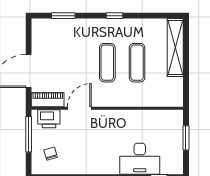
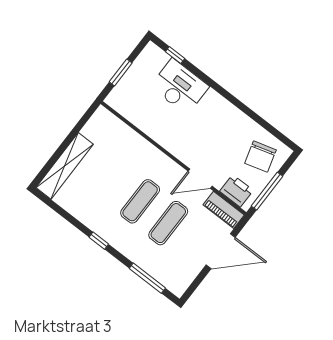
window: (63, 16) -> (147, 278), width x1.44
exercise mat: (137, 63) -> (168, 223), moved
chair: (51, 154) -> (260, 157), width x1.87, depth x1.87

